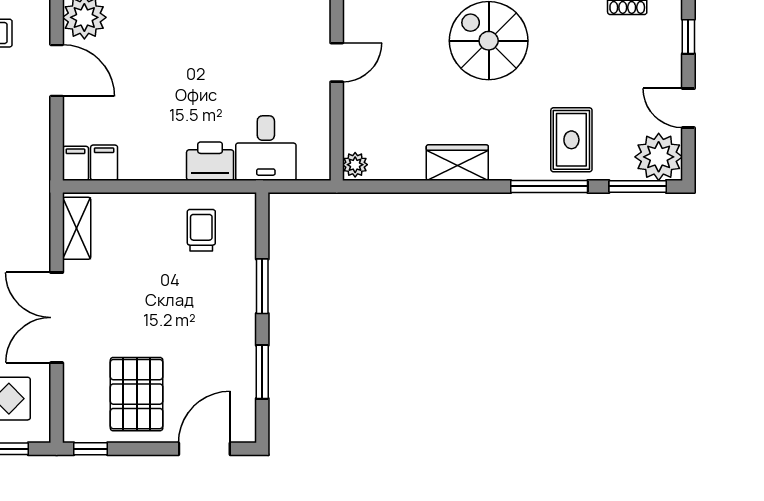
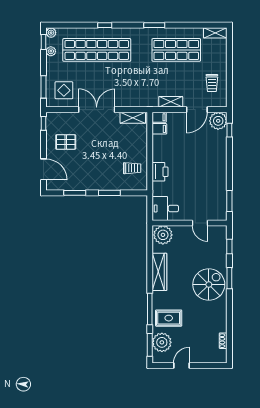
window: (688, 37) -> (210, 365), removed
shelving: (37, 135) -> (171, 102), added
desk: (266, 148) -> (165, 208), moved
plant: (659, 157) -> (162, 342), moved
wardrobe: (457, 163) -> (159, 272), width x1.50
plant: (355, 165) -> (163, 235), width x1.88, depth x1.88
pallet: (137, 394) -> (66, 142), width x0.67, depth x0.71

